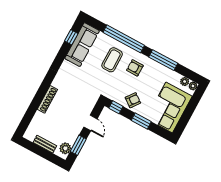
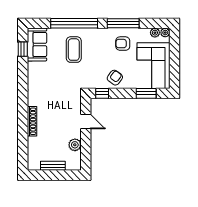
sofa: (82, 45) -> (37, 44), width x0.73
armchair: (135, 68) -> (123, 44), moved
window: (141, 121) -> (146, 93), moved
window: (78, 145) -> (86, 149), removed
plant: (65, 148) -> (75, 145), moved

